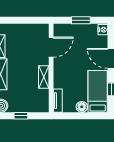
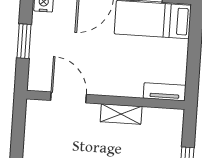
floor lamp: (82, 107) -> (178, 50), removed

